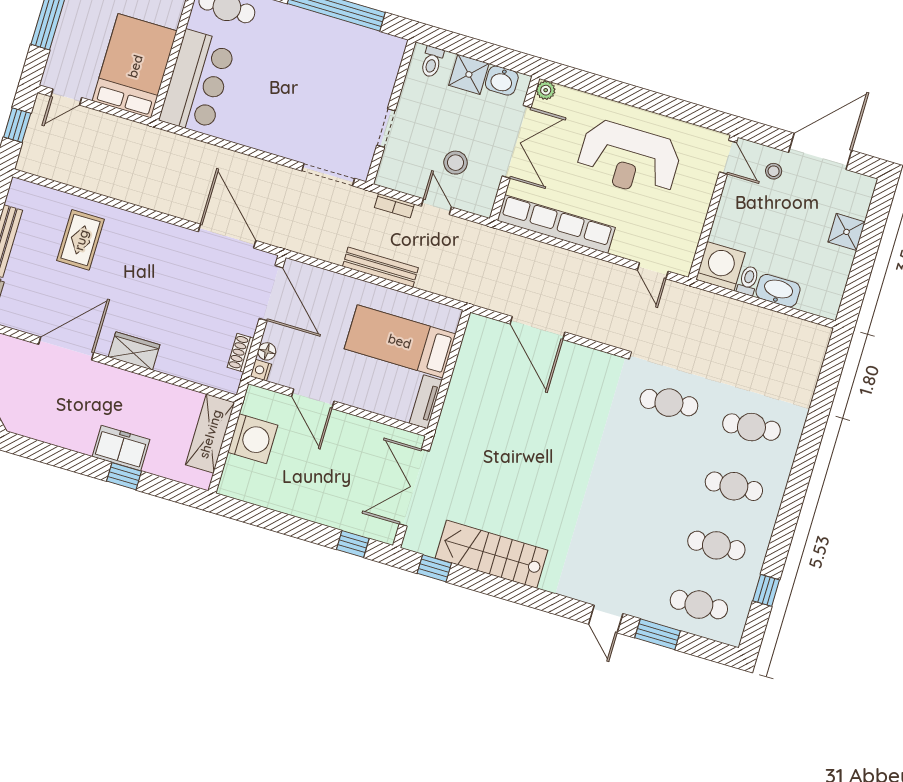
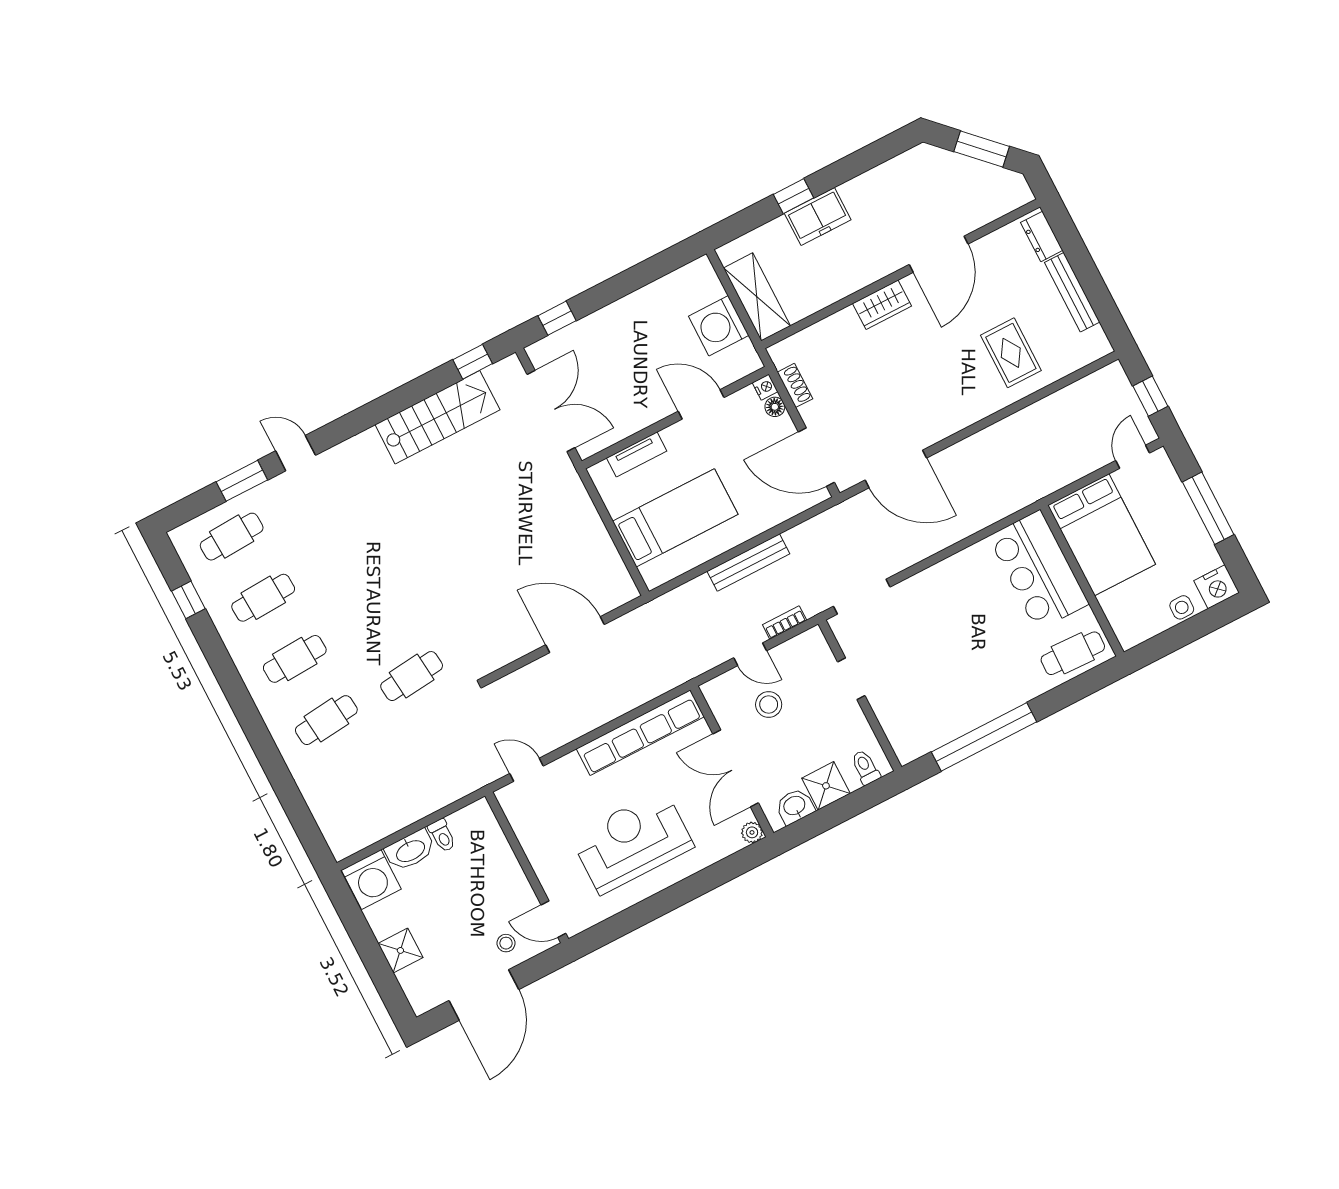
washing machine: (720, 266) -> (371, 879), moved
tv unit: (426, 402) -> (637, 454), moved, turned 90

